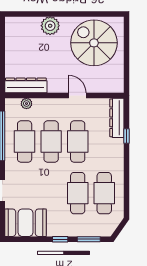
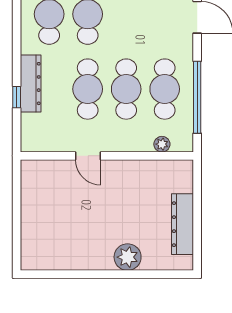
spiral stairs: (94, 43) -> (64, 232), removed
dresser: (26, 85) -> (182, 224), moved, turned 90
dresser: (117, 118) -> (31, 84), moved

